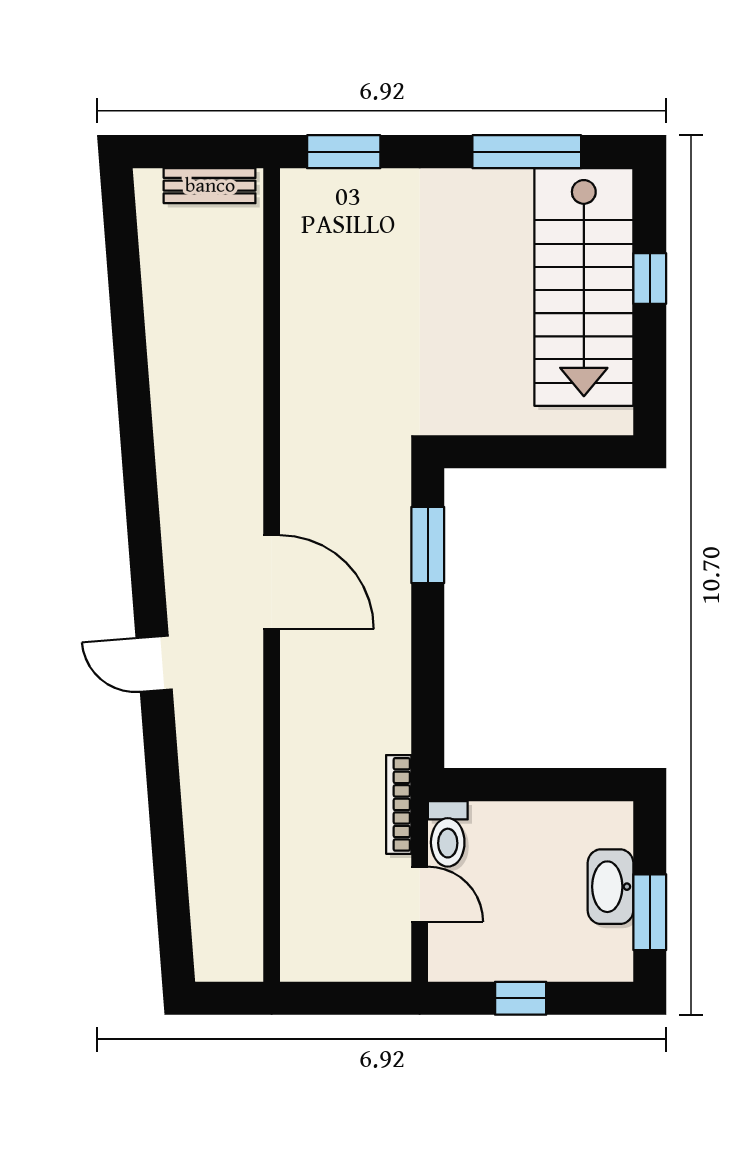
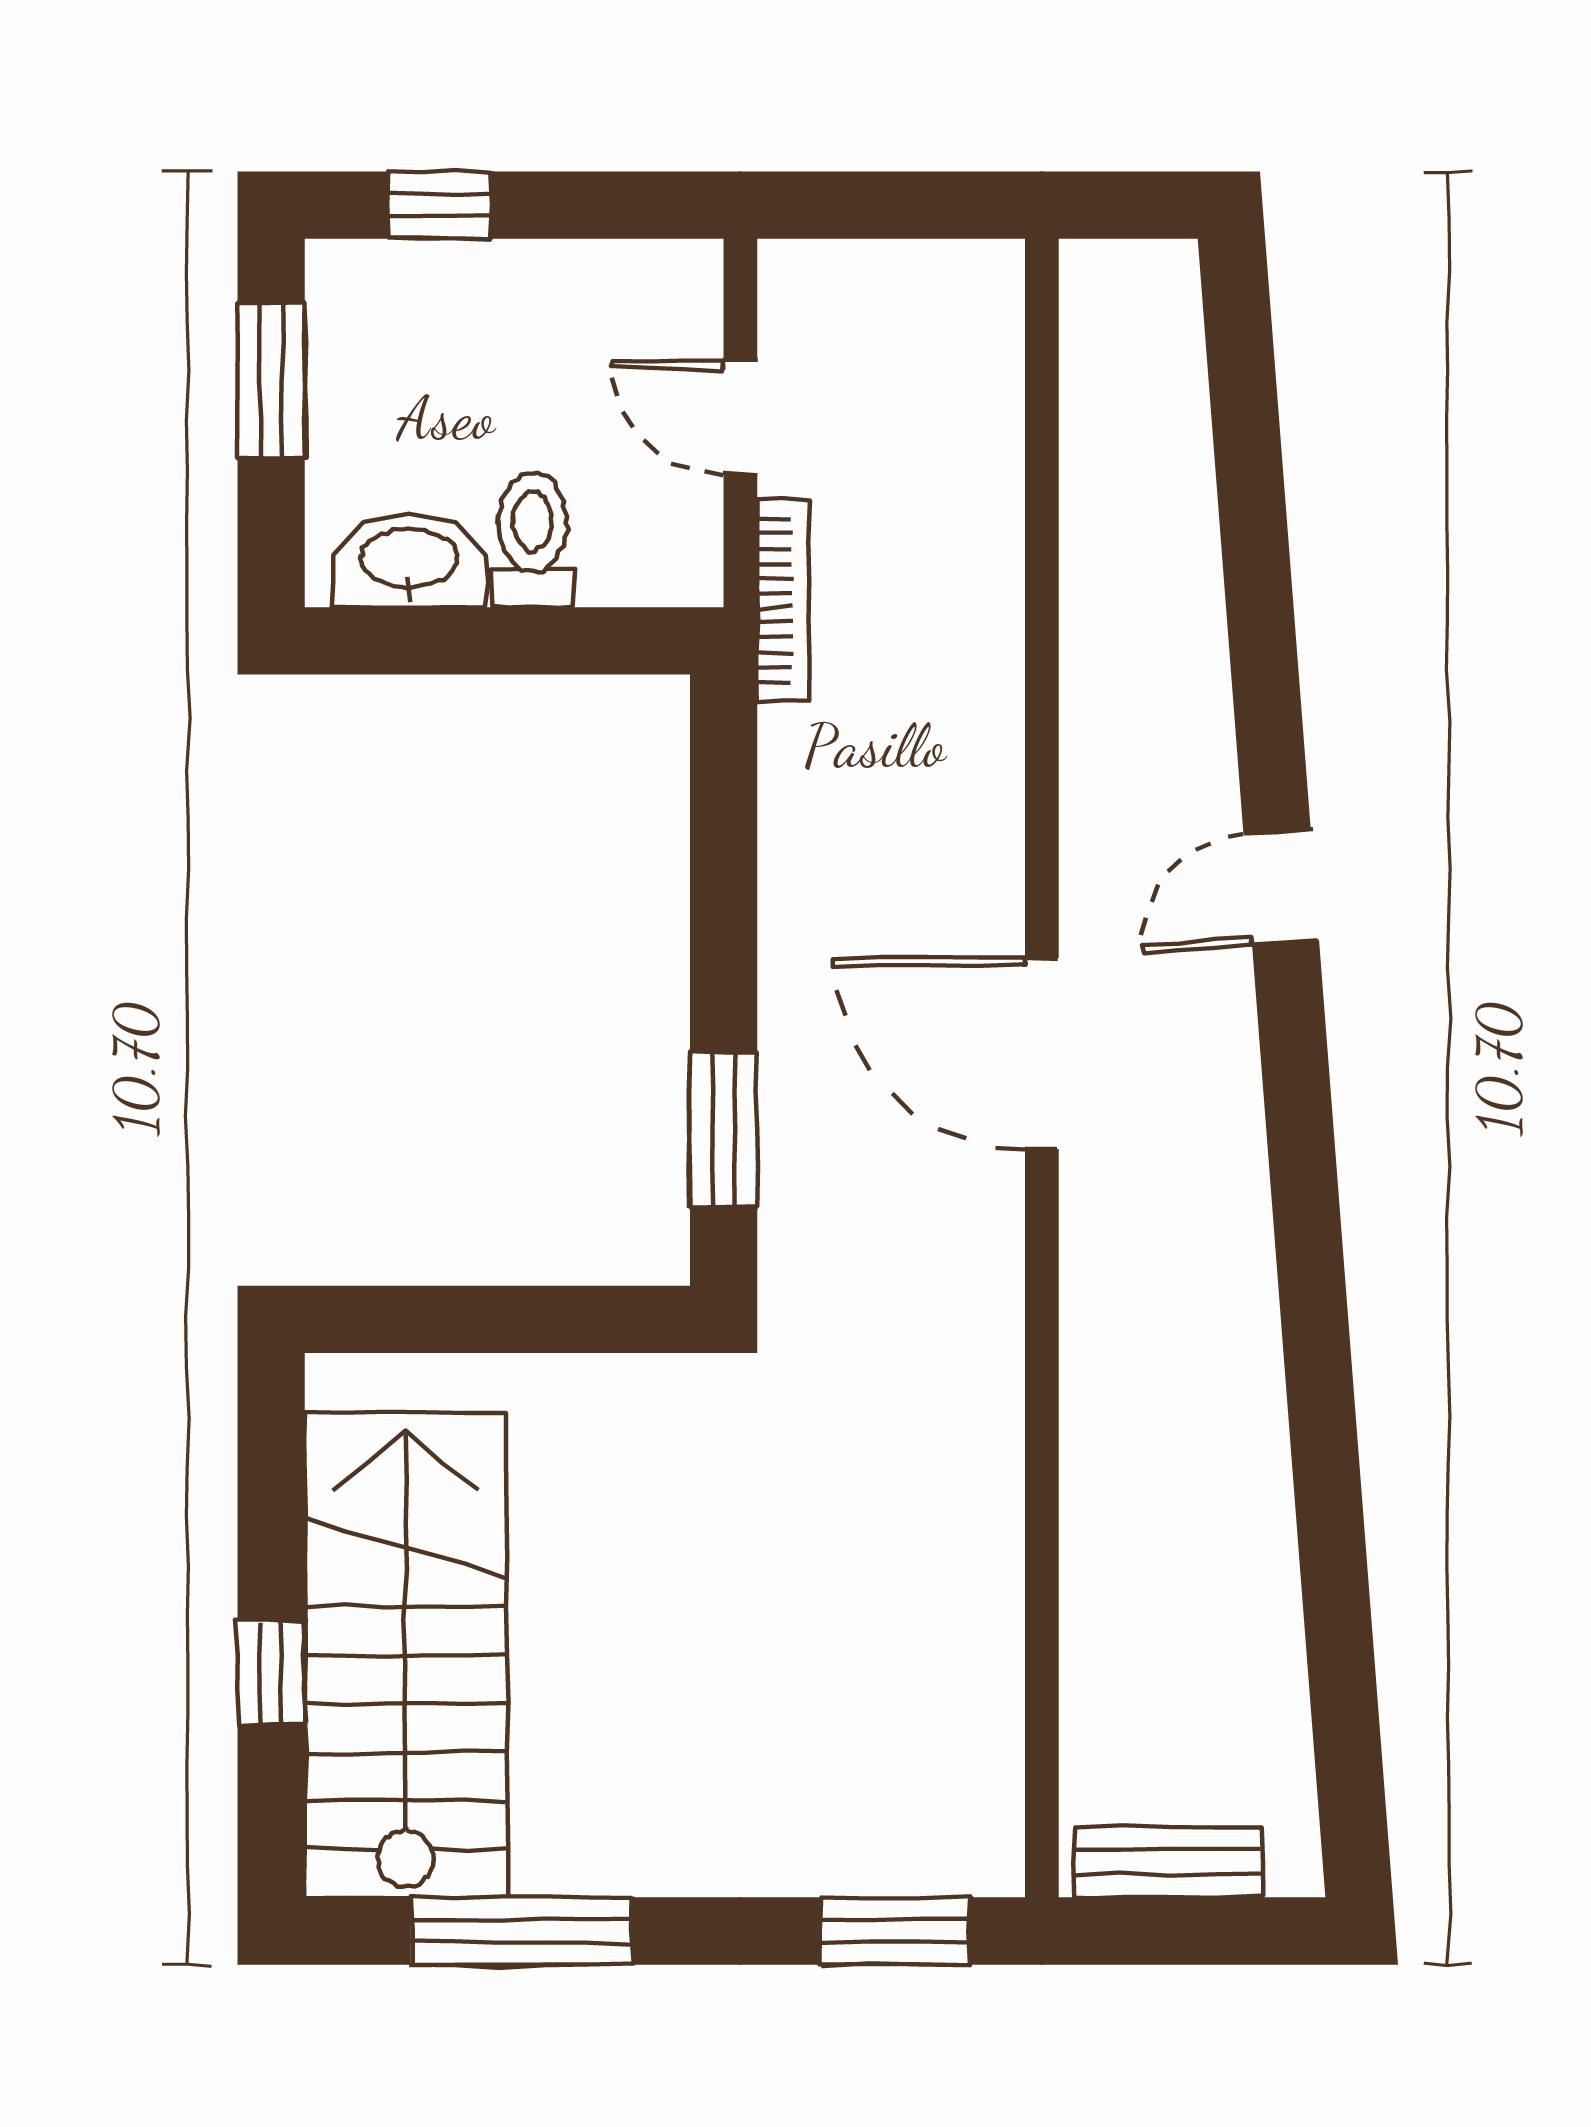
door: (154, 664) -> (1281, 887), swing flipped
toilet: (448, 834) -> (533, 540), moved
washbasin: (610, 887) -> (409, 561), moved, turned -90
window: (521, 998) -> (439, 205), moved

